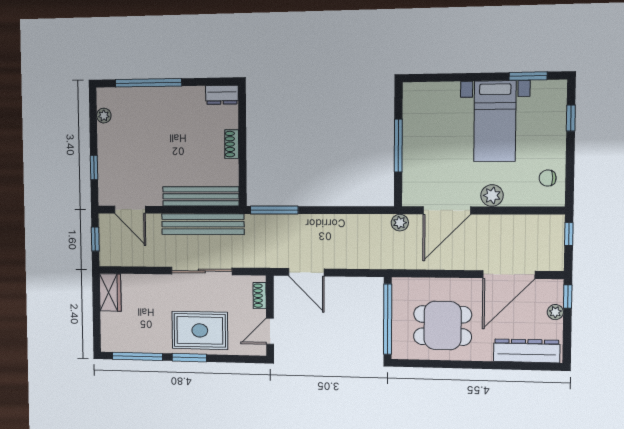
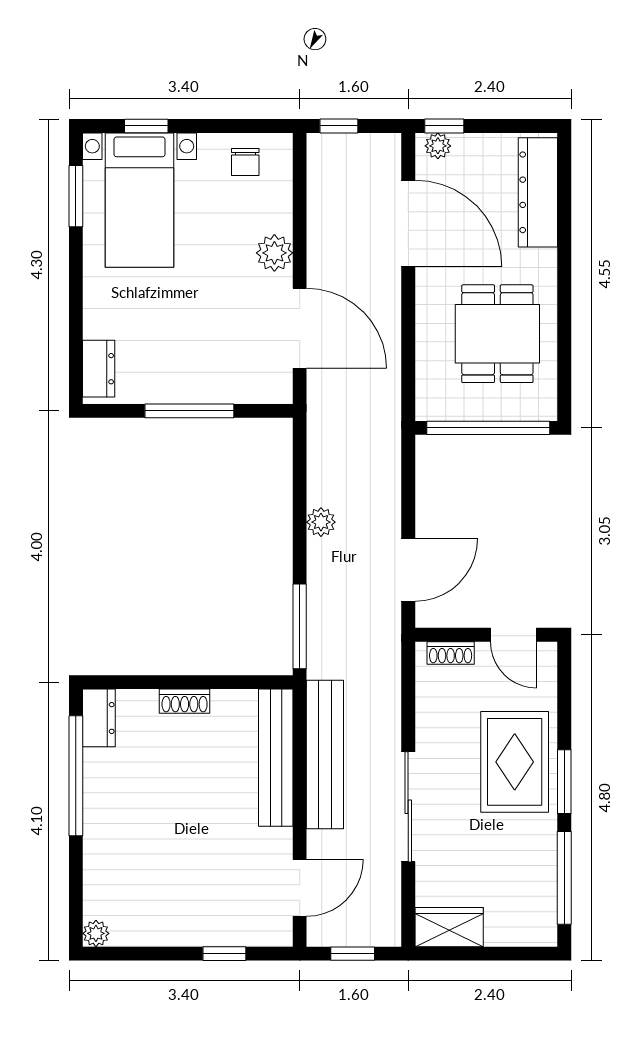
window: (148, 83) -> (76, 776), moved
dresser: (424, 91) -> (99, 369), added
plant: (104, 116) -> (96, 933), moved
bed with nightstands: (495, 121) -> (139, 200), moved, turned 90
plant: (400, 223) -> (321, 522), moved
sliding door: (202, 271) -> (408, 807), moved
plant: (555, 312) -> (438, 146), moved

